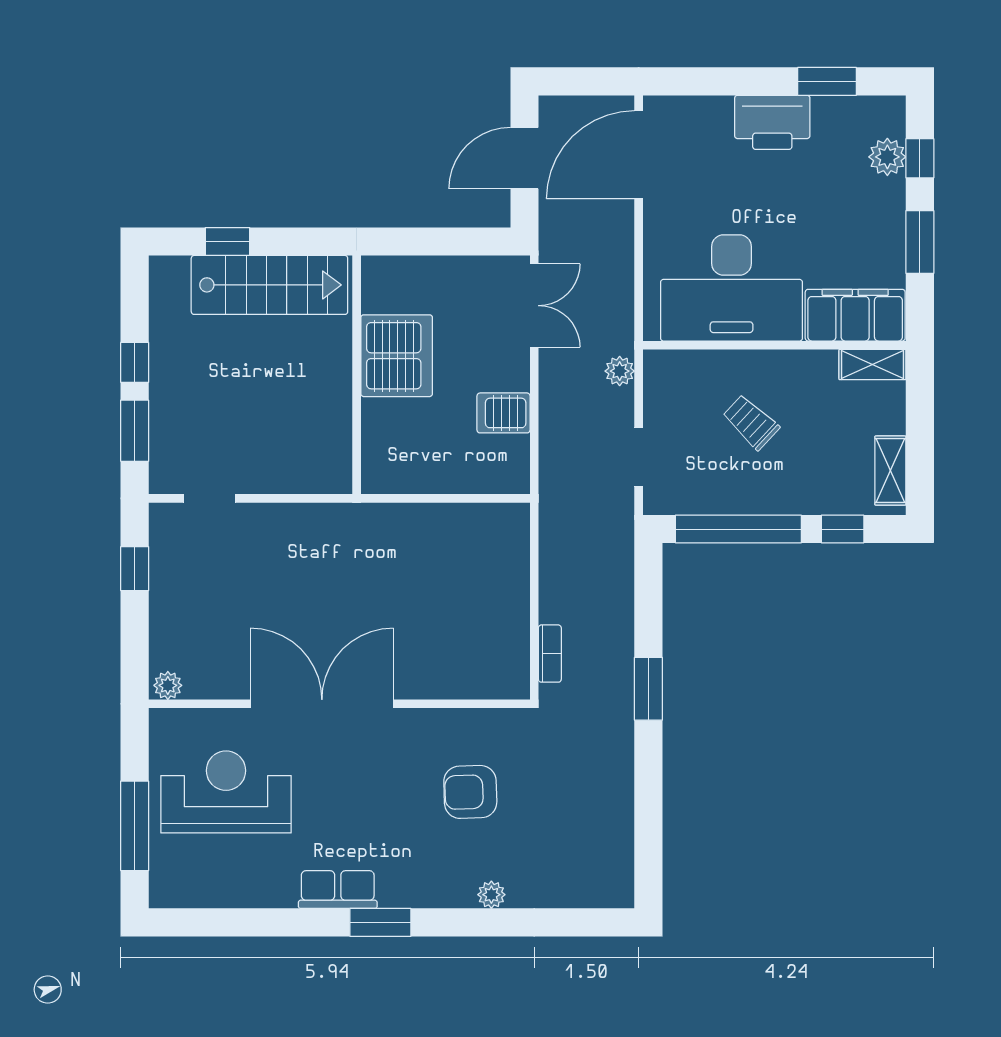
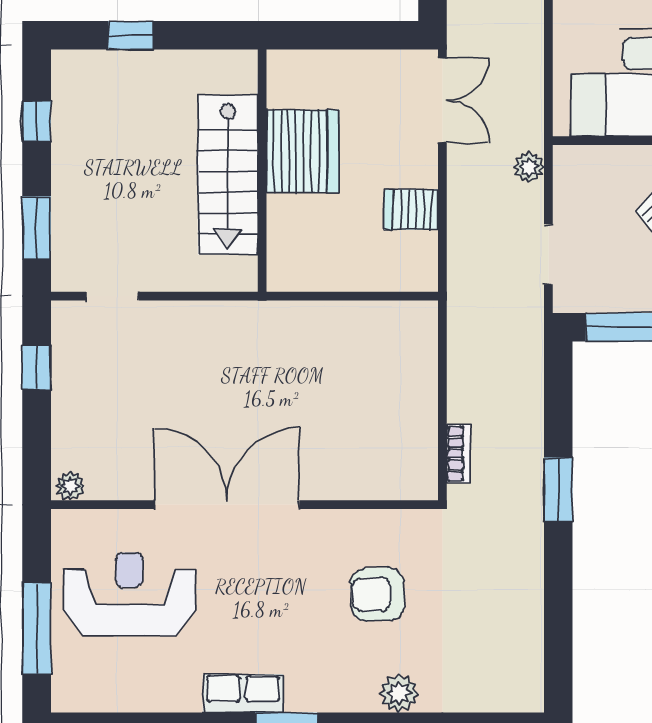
stairs: (269, 285) -> (228, 175), moved, turned 90
window: (135, 362) -> (37, 121), moved
plant: (491, 895) -> (399, 693), width x1.38, depth x1.38

